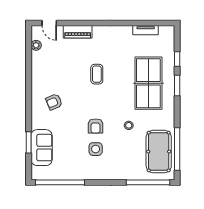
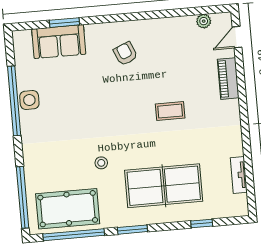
window: (177, 85) -> (132, 230), moved
armchair: (95, 126) -> (96, 116), removed
side table: (96, 149) -> (29, 100), moved
window: (60, 182) -> (14, 101), moved

